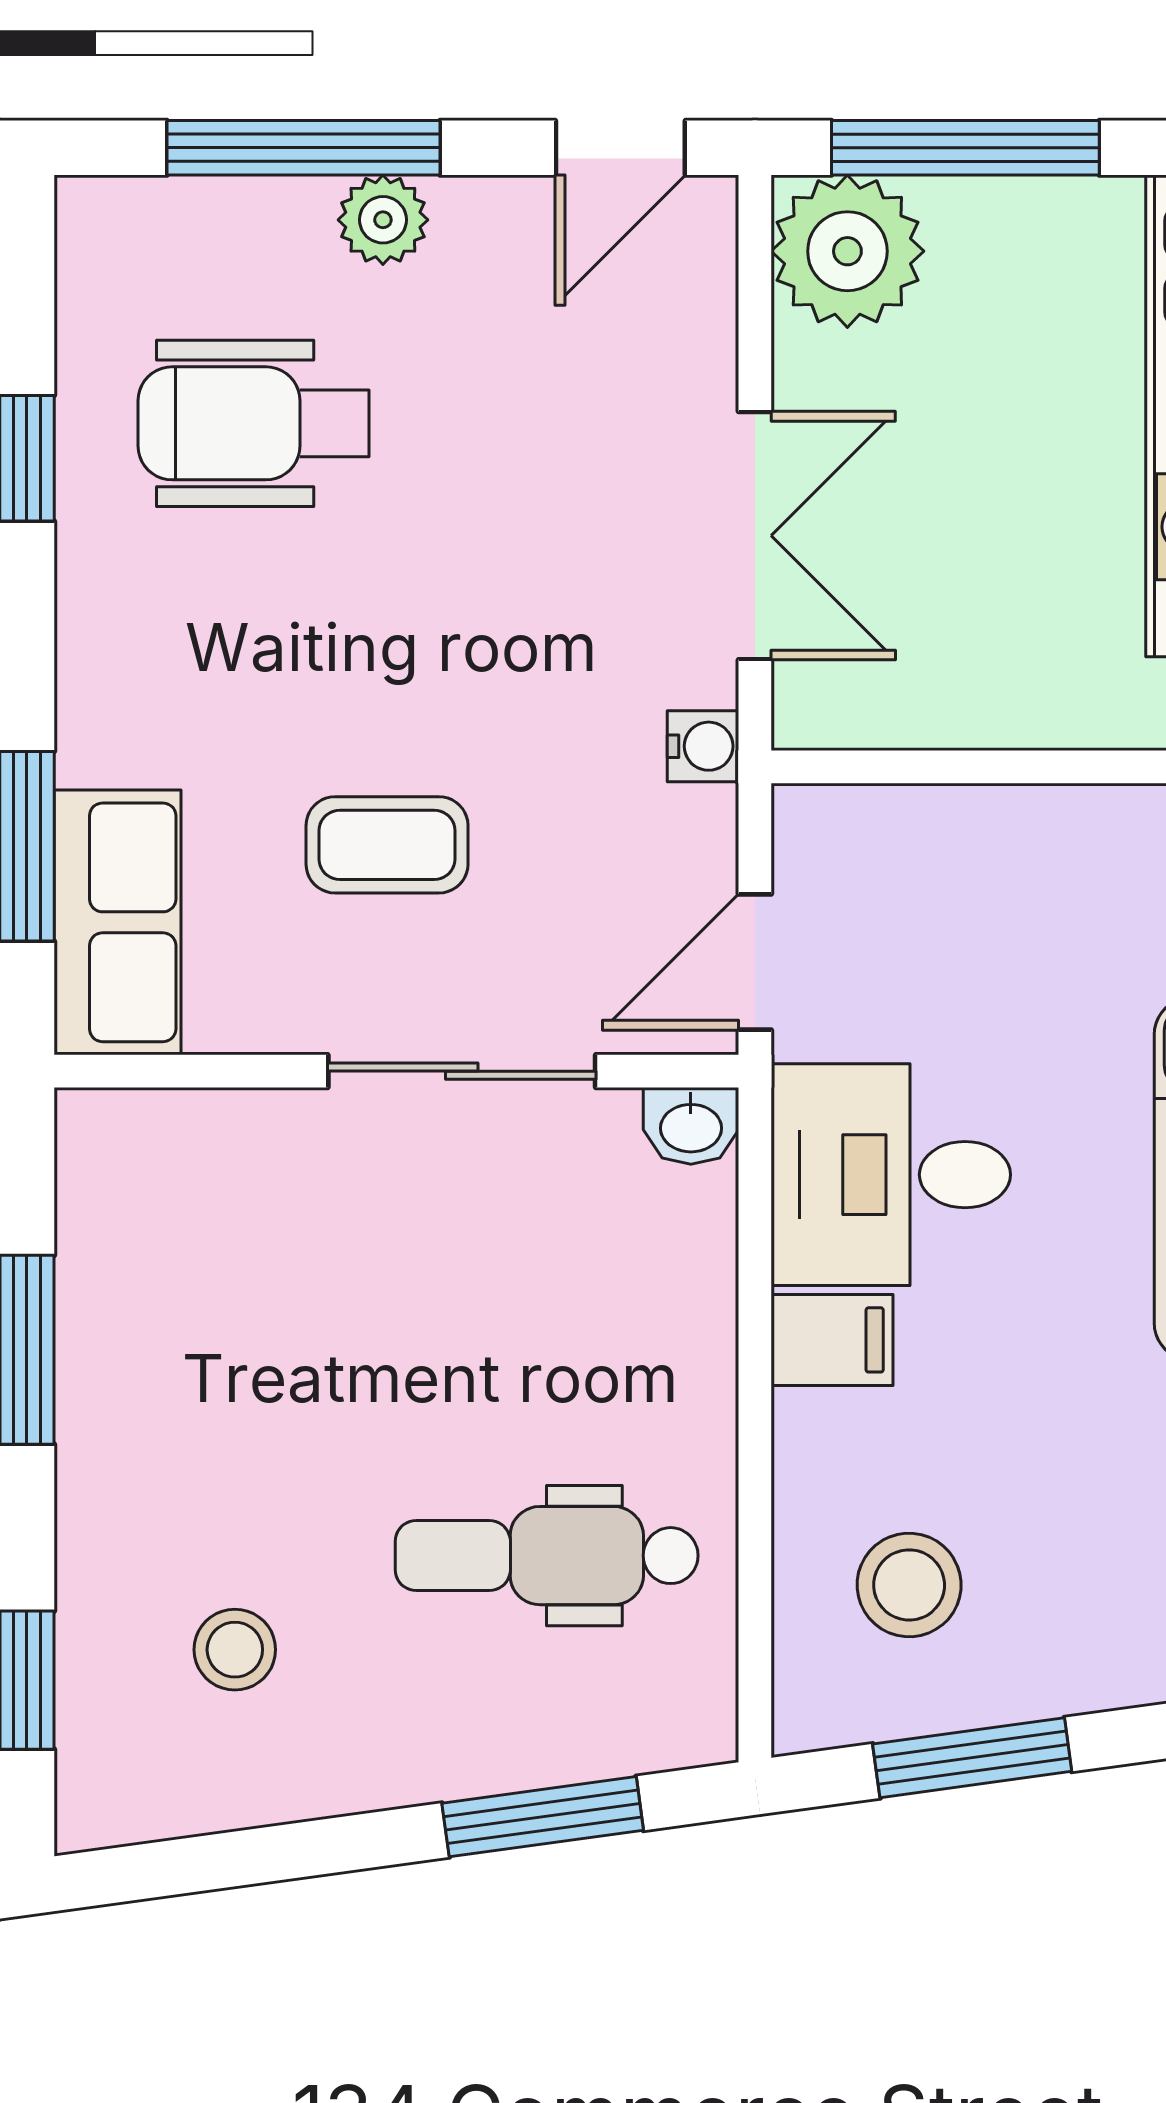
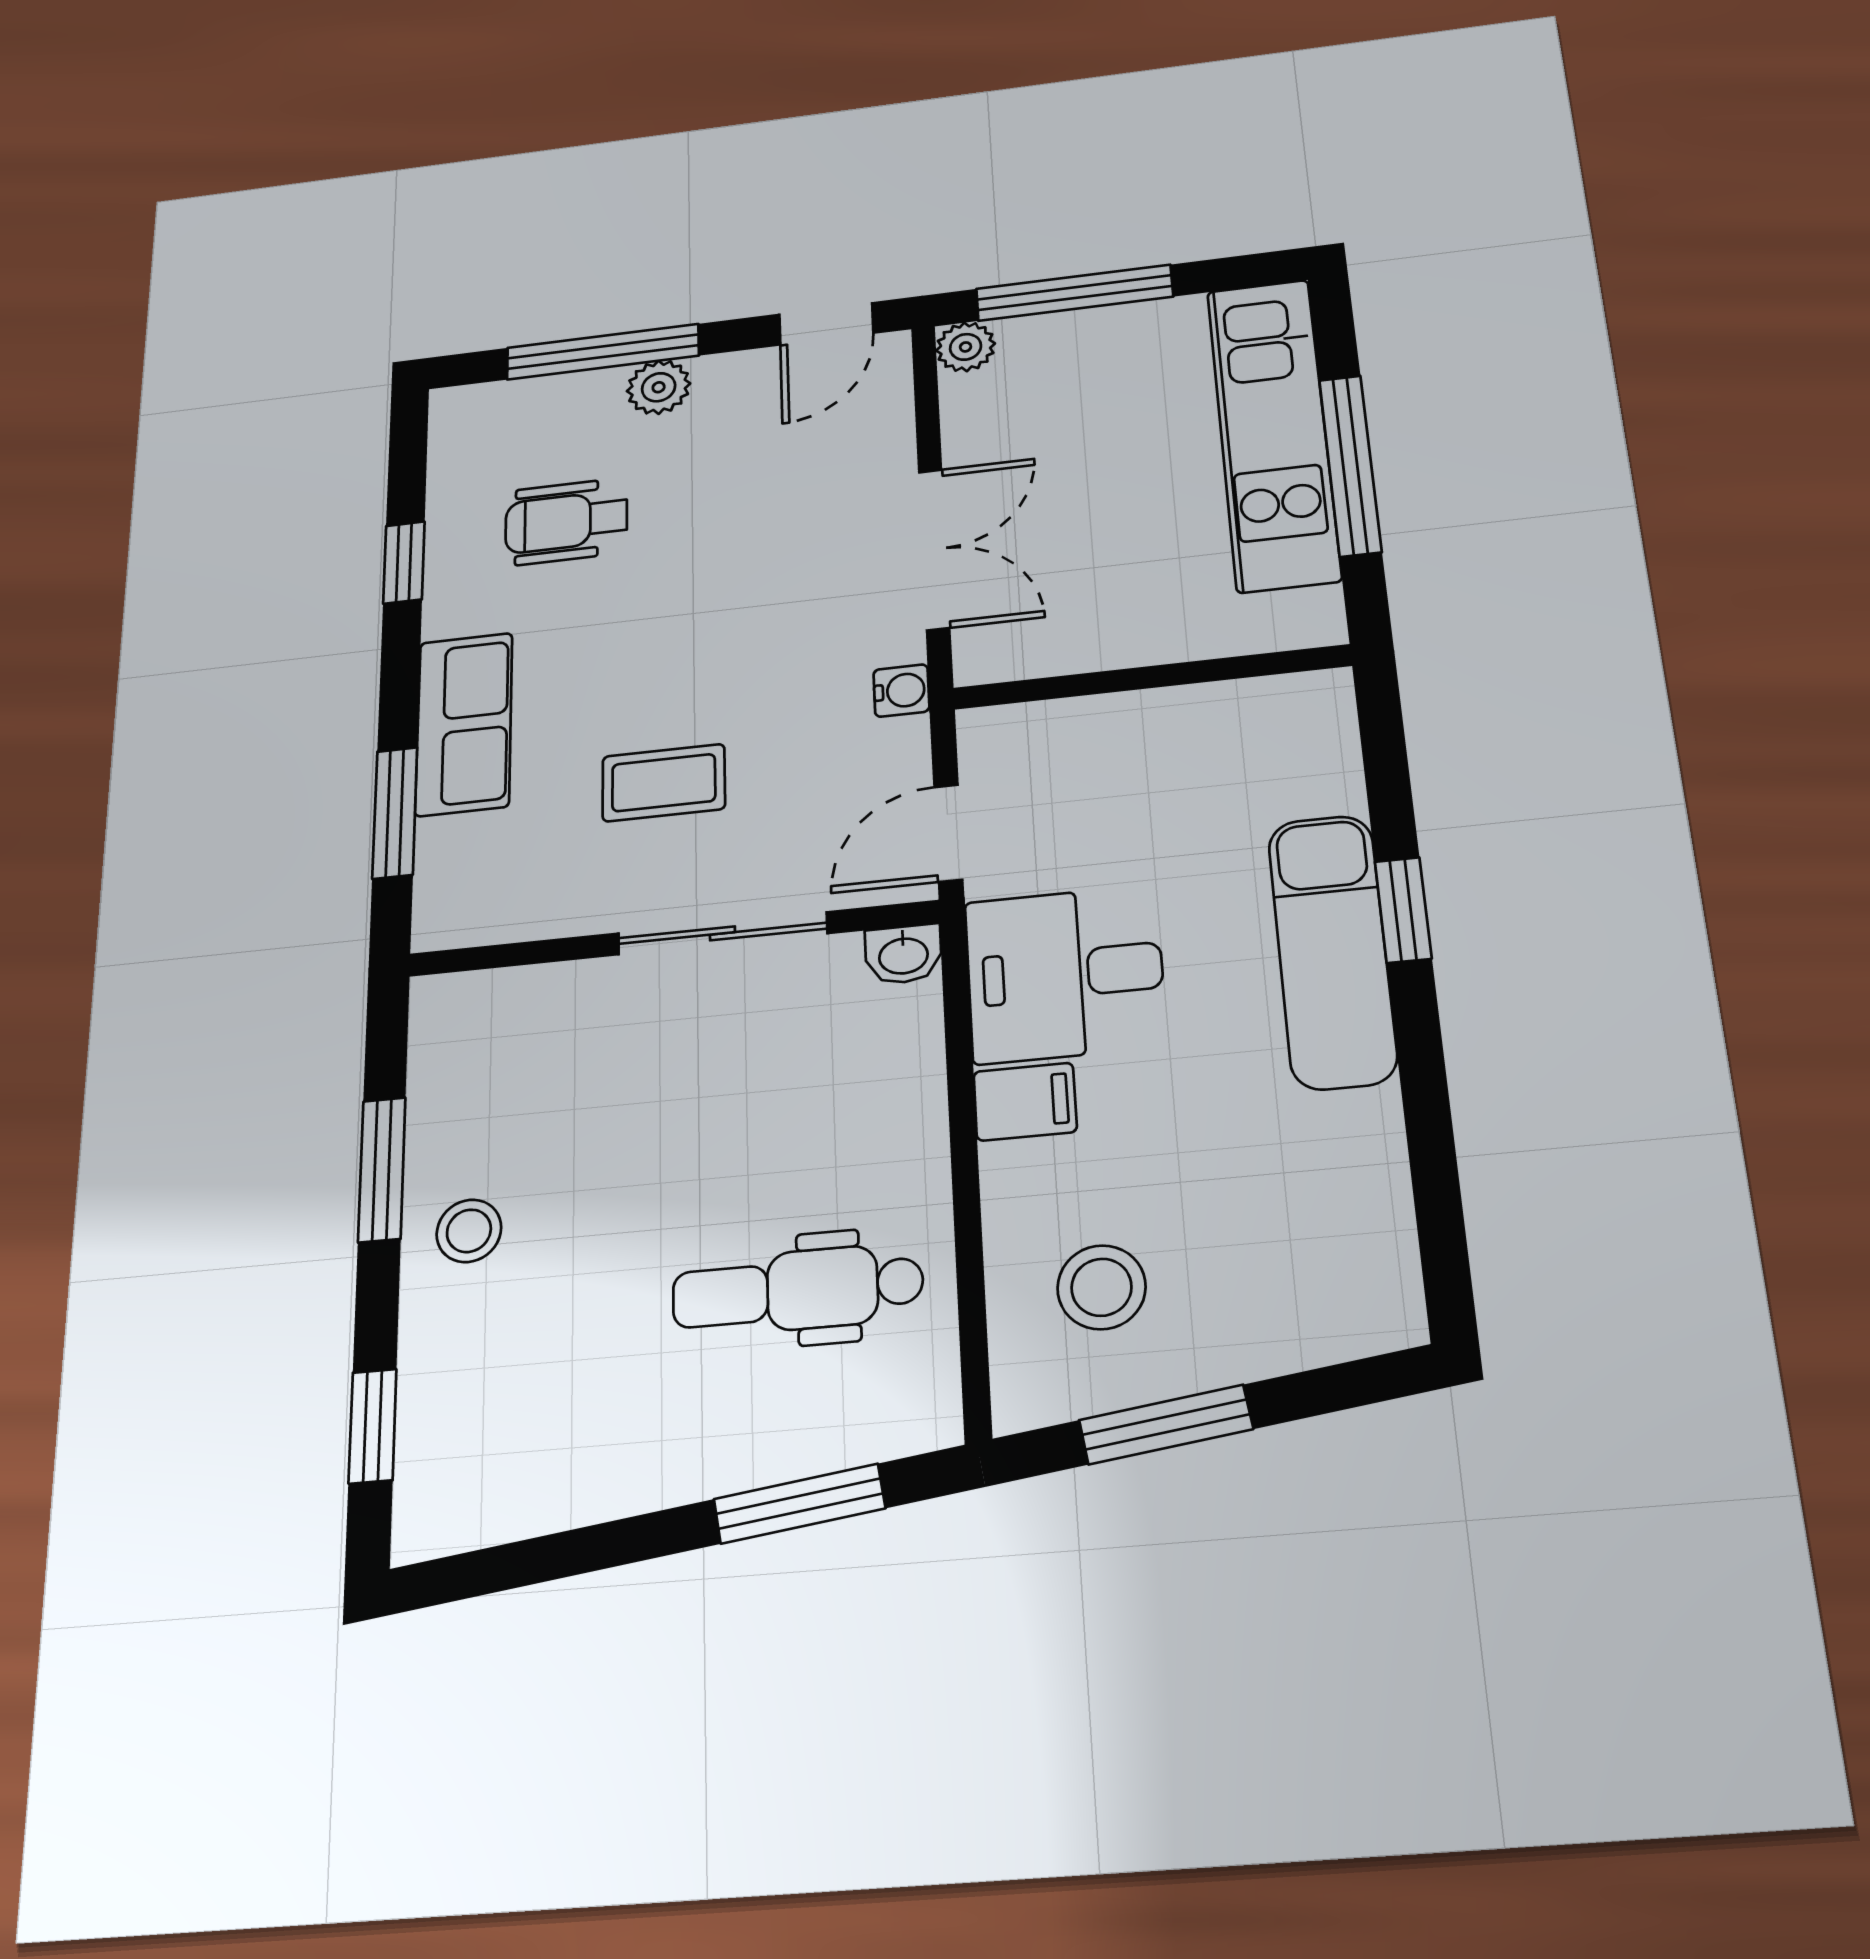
plant: (847, 251) -> (966, 347), width x0.53, depth x0.53
wheelchair: (254, 423) -> (566, 522), width x0.73, depth x0.73
row of seats: (118, 922) -> (464, 724), moved
stool: (235, 1650) -> (469, 1231), moved

